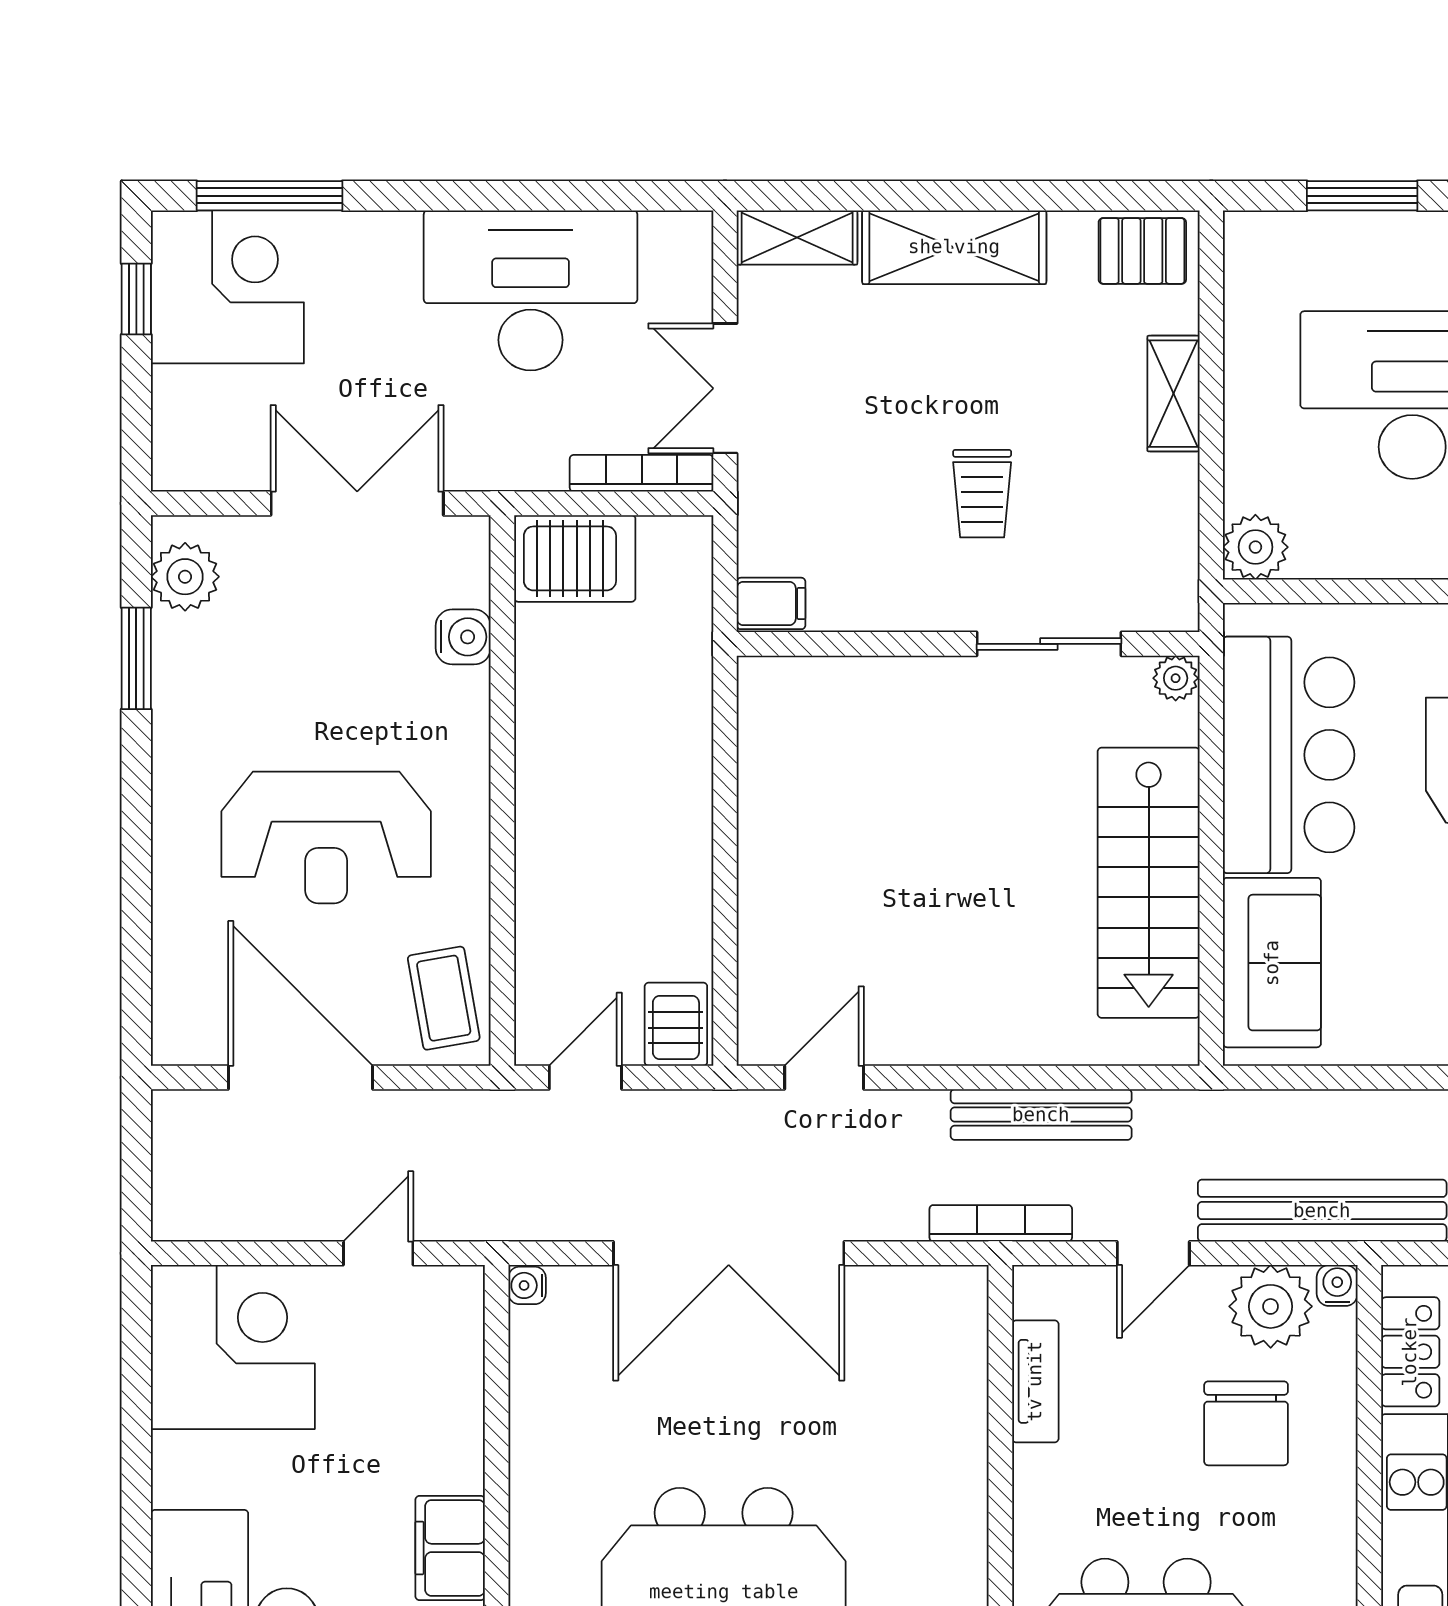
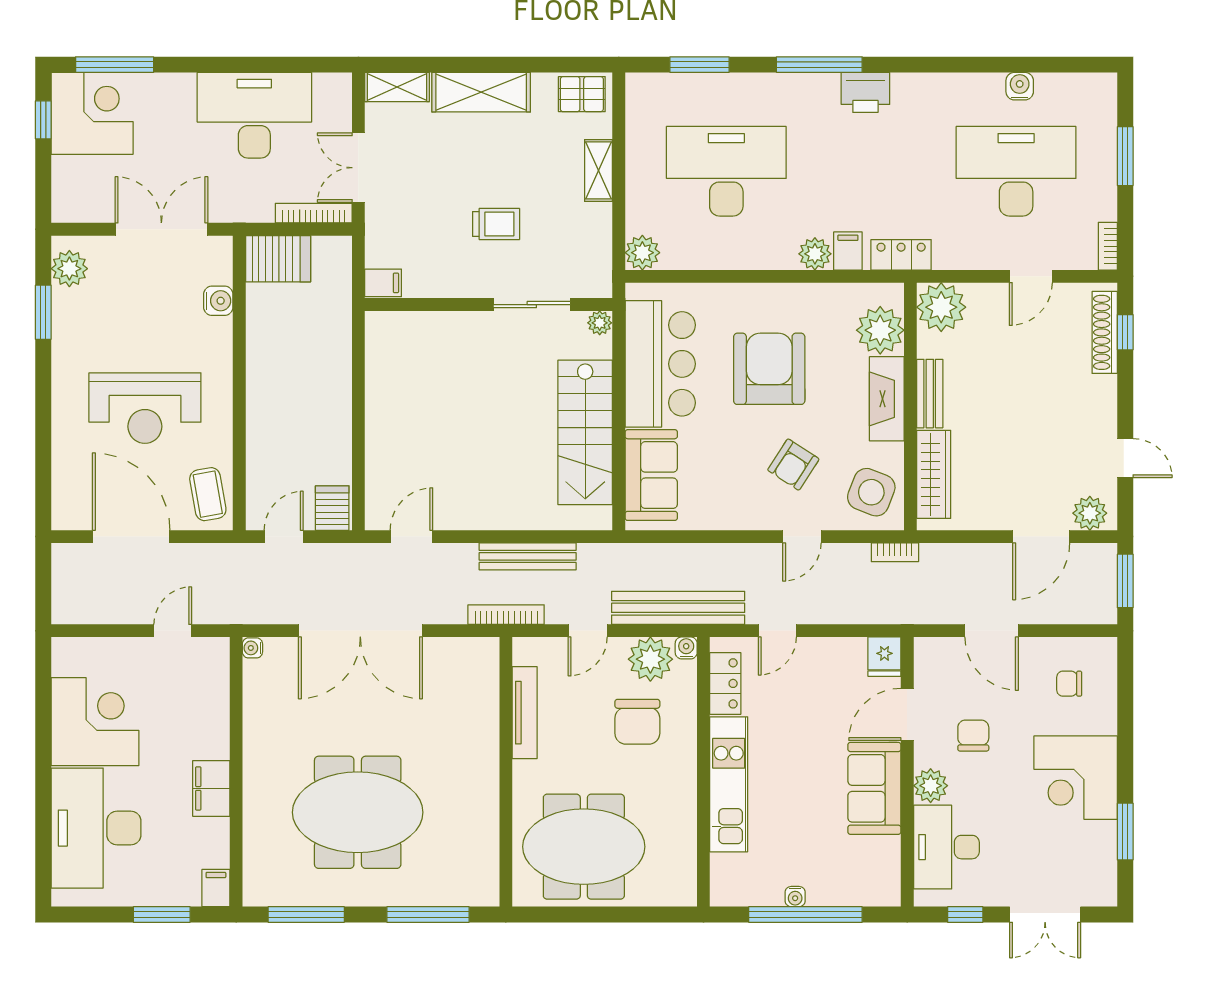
trolley: (982, 494) -> (496, 224), turned -90
corner desk: (233, 1347) -> (95, 722), moved
tv unit: (1035, 1381) -> (525, 713), width x1.41

